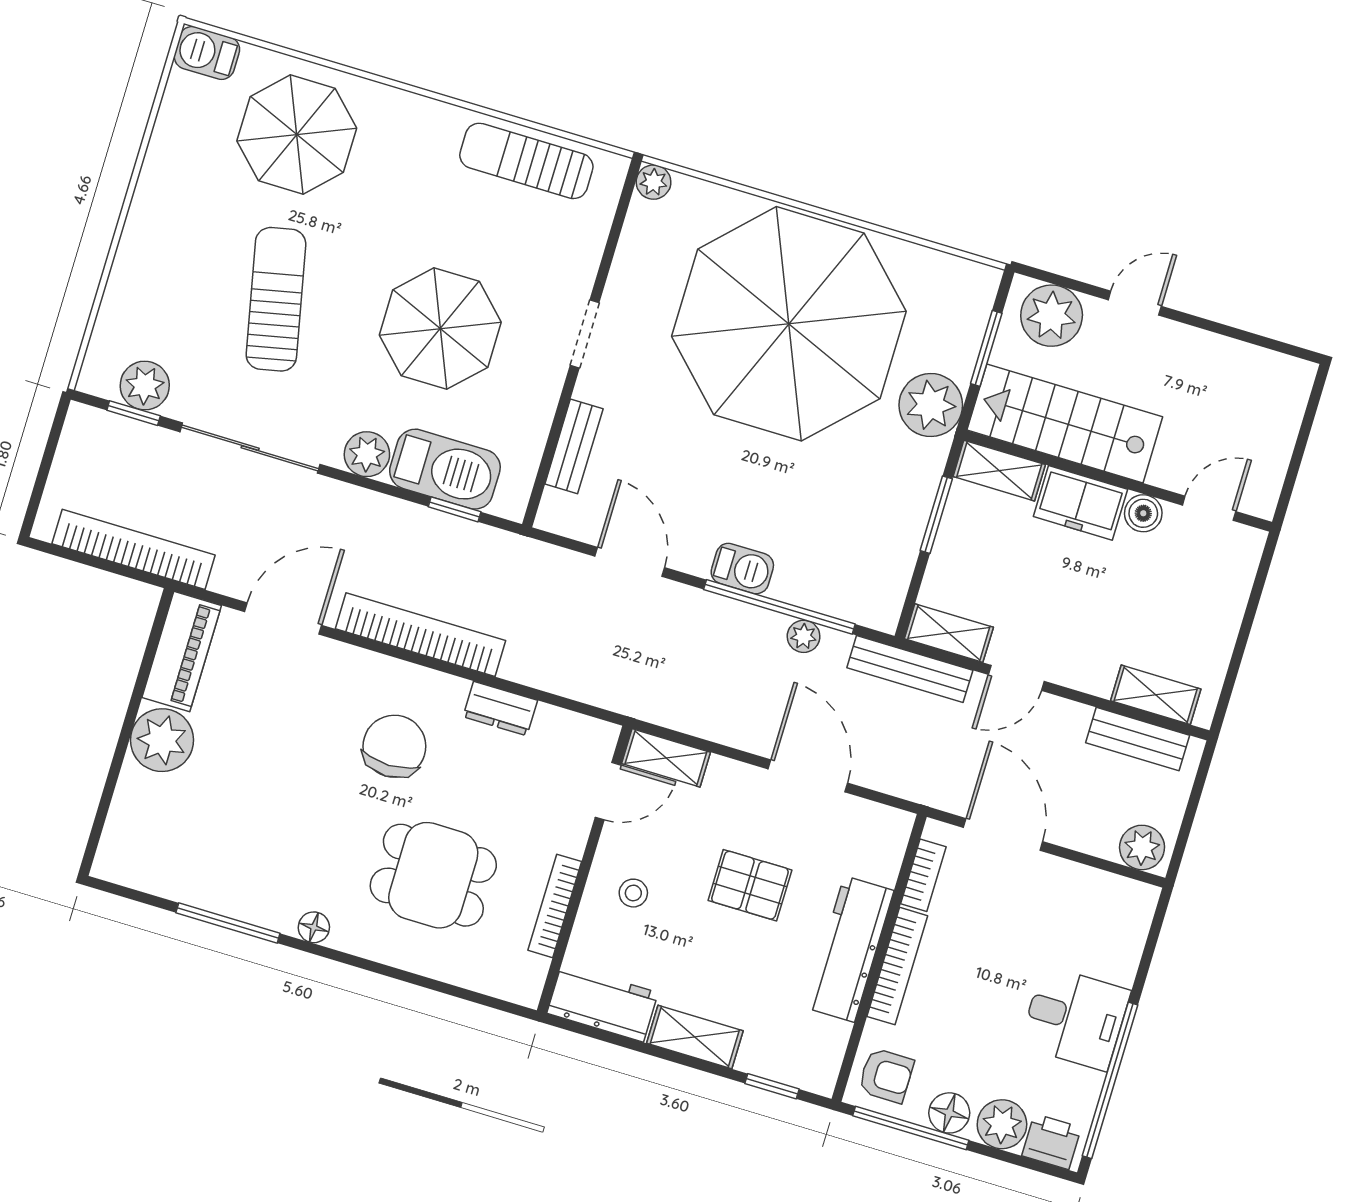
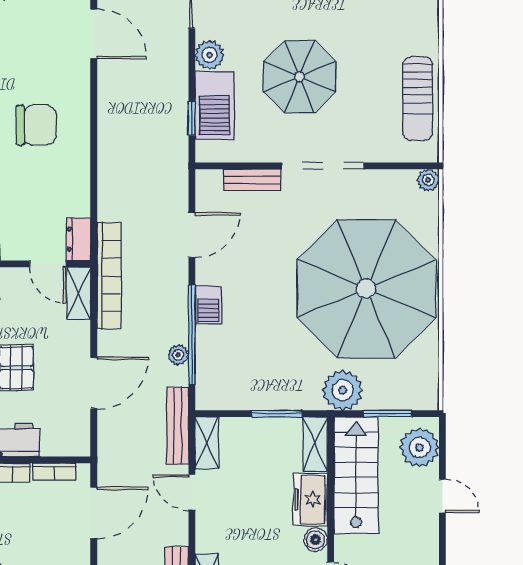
sun lounger: (526, 161) -> (418, 99), turned 180
doorway: (585, 334) -> (323, 166), width x1.88
bookcase: (421, 635) -> (109, 276), moved
dresser: (500, 709) -> (79, 239), moved

